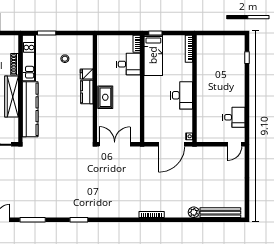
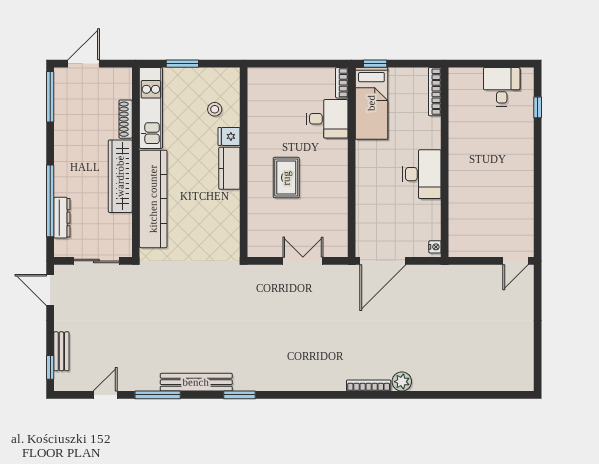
fridge: (87, 74) -> (229, 136), moved
wall: (95, 89) -> (244, 162), moved
kitchen counter: (87, 92) -> (229, 168), moved
desk: (234, 117) -> (502, 87), moved, turned -90
double door: (115, 144) -> (303, 261), width x0.73
door: (172, 144) -> (383, 261), moved
plant: (194, 212) -> (402, 382), moved
bench: (220, 213) -> (196, 382), moved

